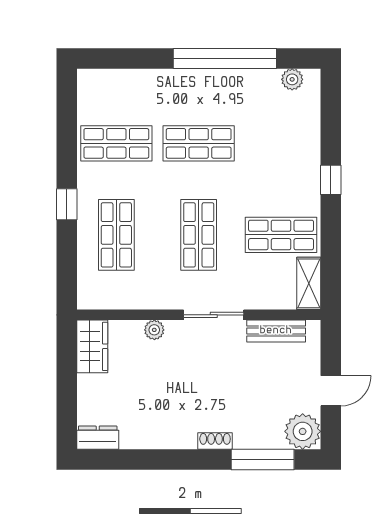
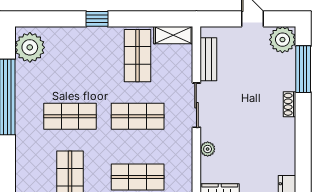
plant: (292, 79) -> (30, 47), width x1.87, depth x1.87
shop shelf: (199, 143) -> (70, 116), turned 90

